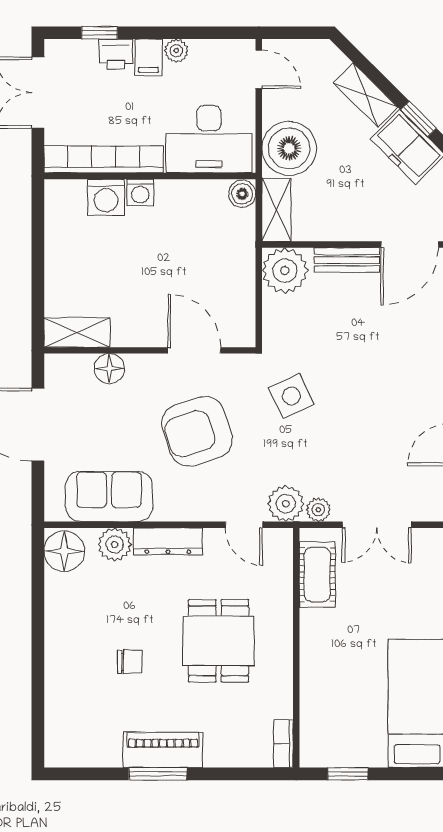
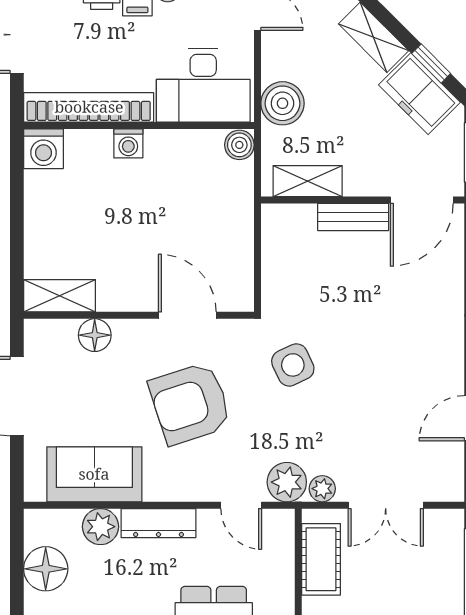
boiler: (289, 148) -> (282, 103), width x0.73, depth x0.73
washing machine: (106, 197) -> (43, 149), moved
shelving: (276, 210) -> (308, 181), moved, turned 90
plant: (285, 270) -> (286, 228), removed
floor lamp: (64, 551) -> (46, 569), moved

